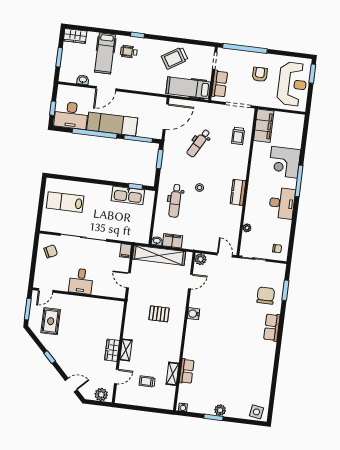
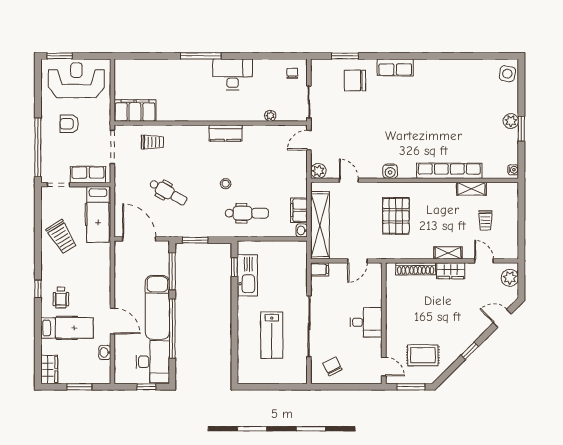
corner desk: (284, 162) -> (179, 78), removed
lab bench: (65, 202) -> (272, 335), moved
pallet: (159, 314) -> (396, 216), width x1.50, depth x1.42
shoe rack: (117, 324) -> (416, 269), added
row of seats: (187, 371) -> (449, 171), width x2.02
door: (71, 385) -> (502, 318), hinge flipped

